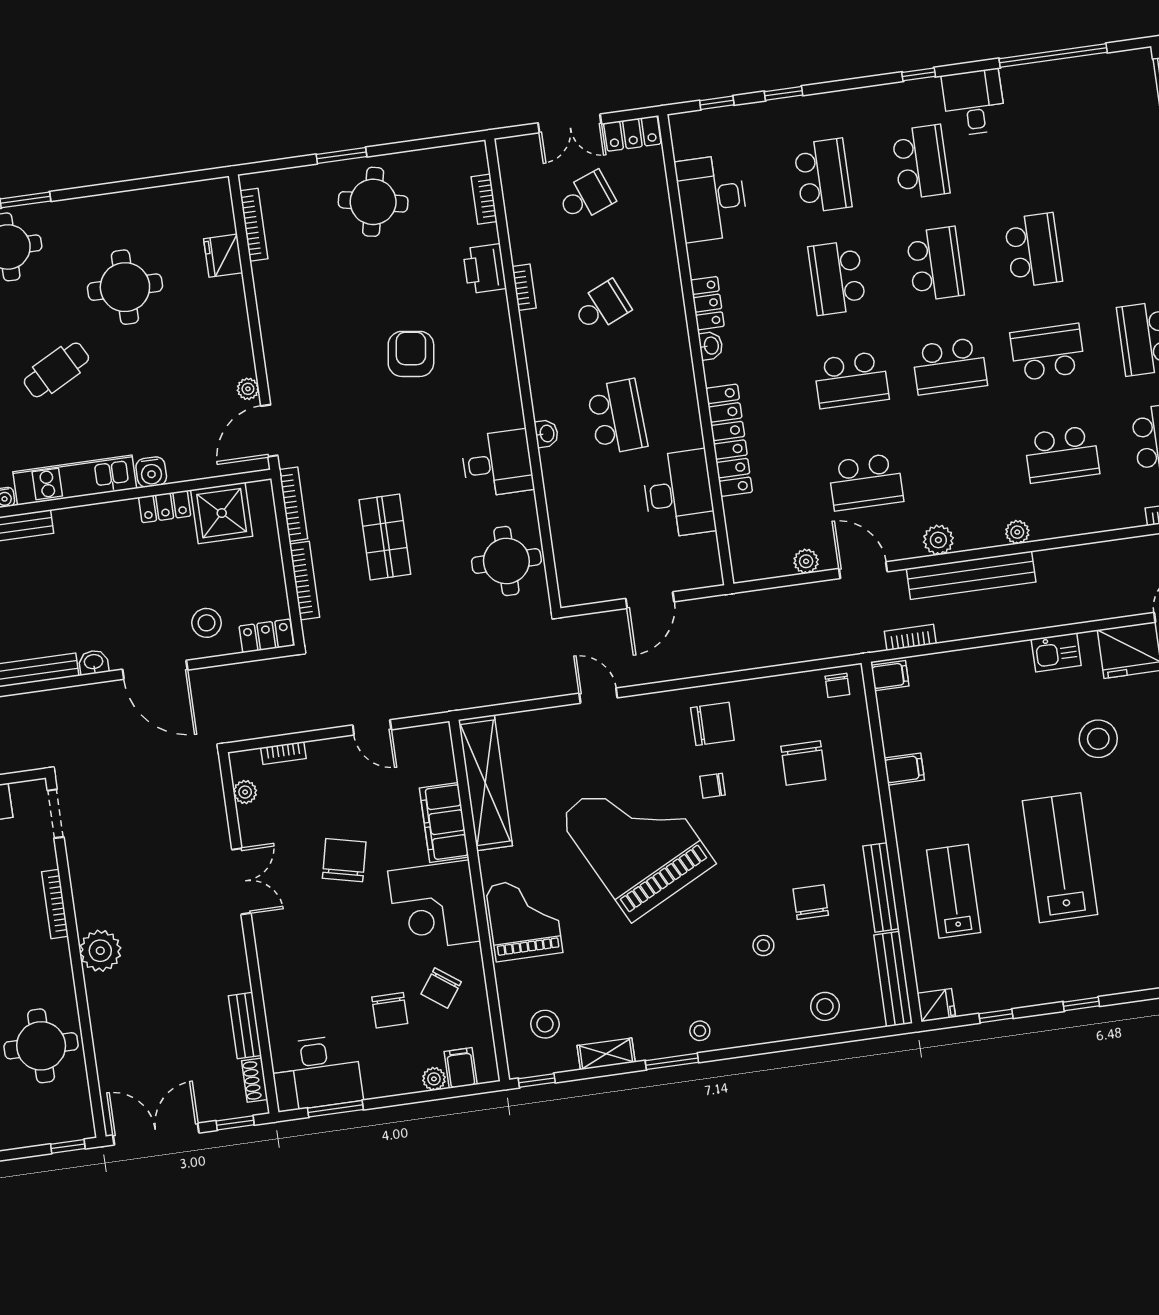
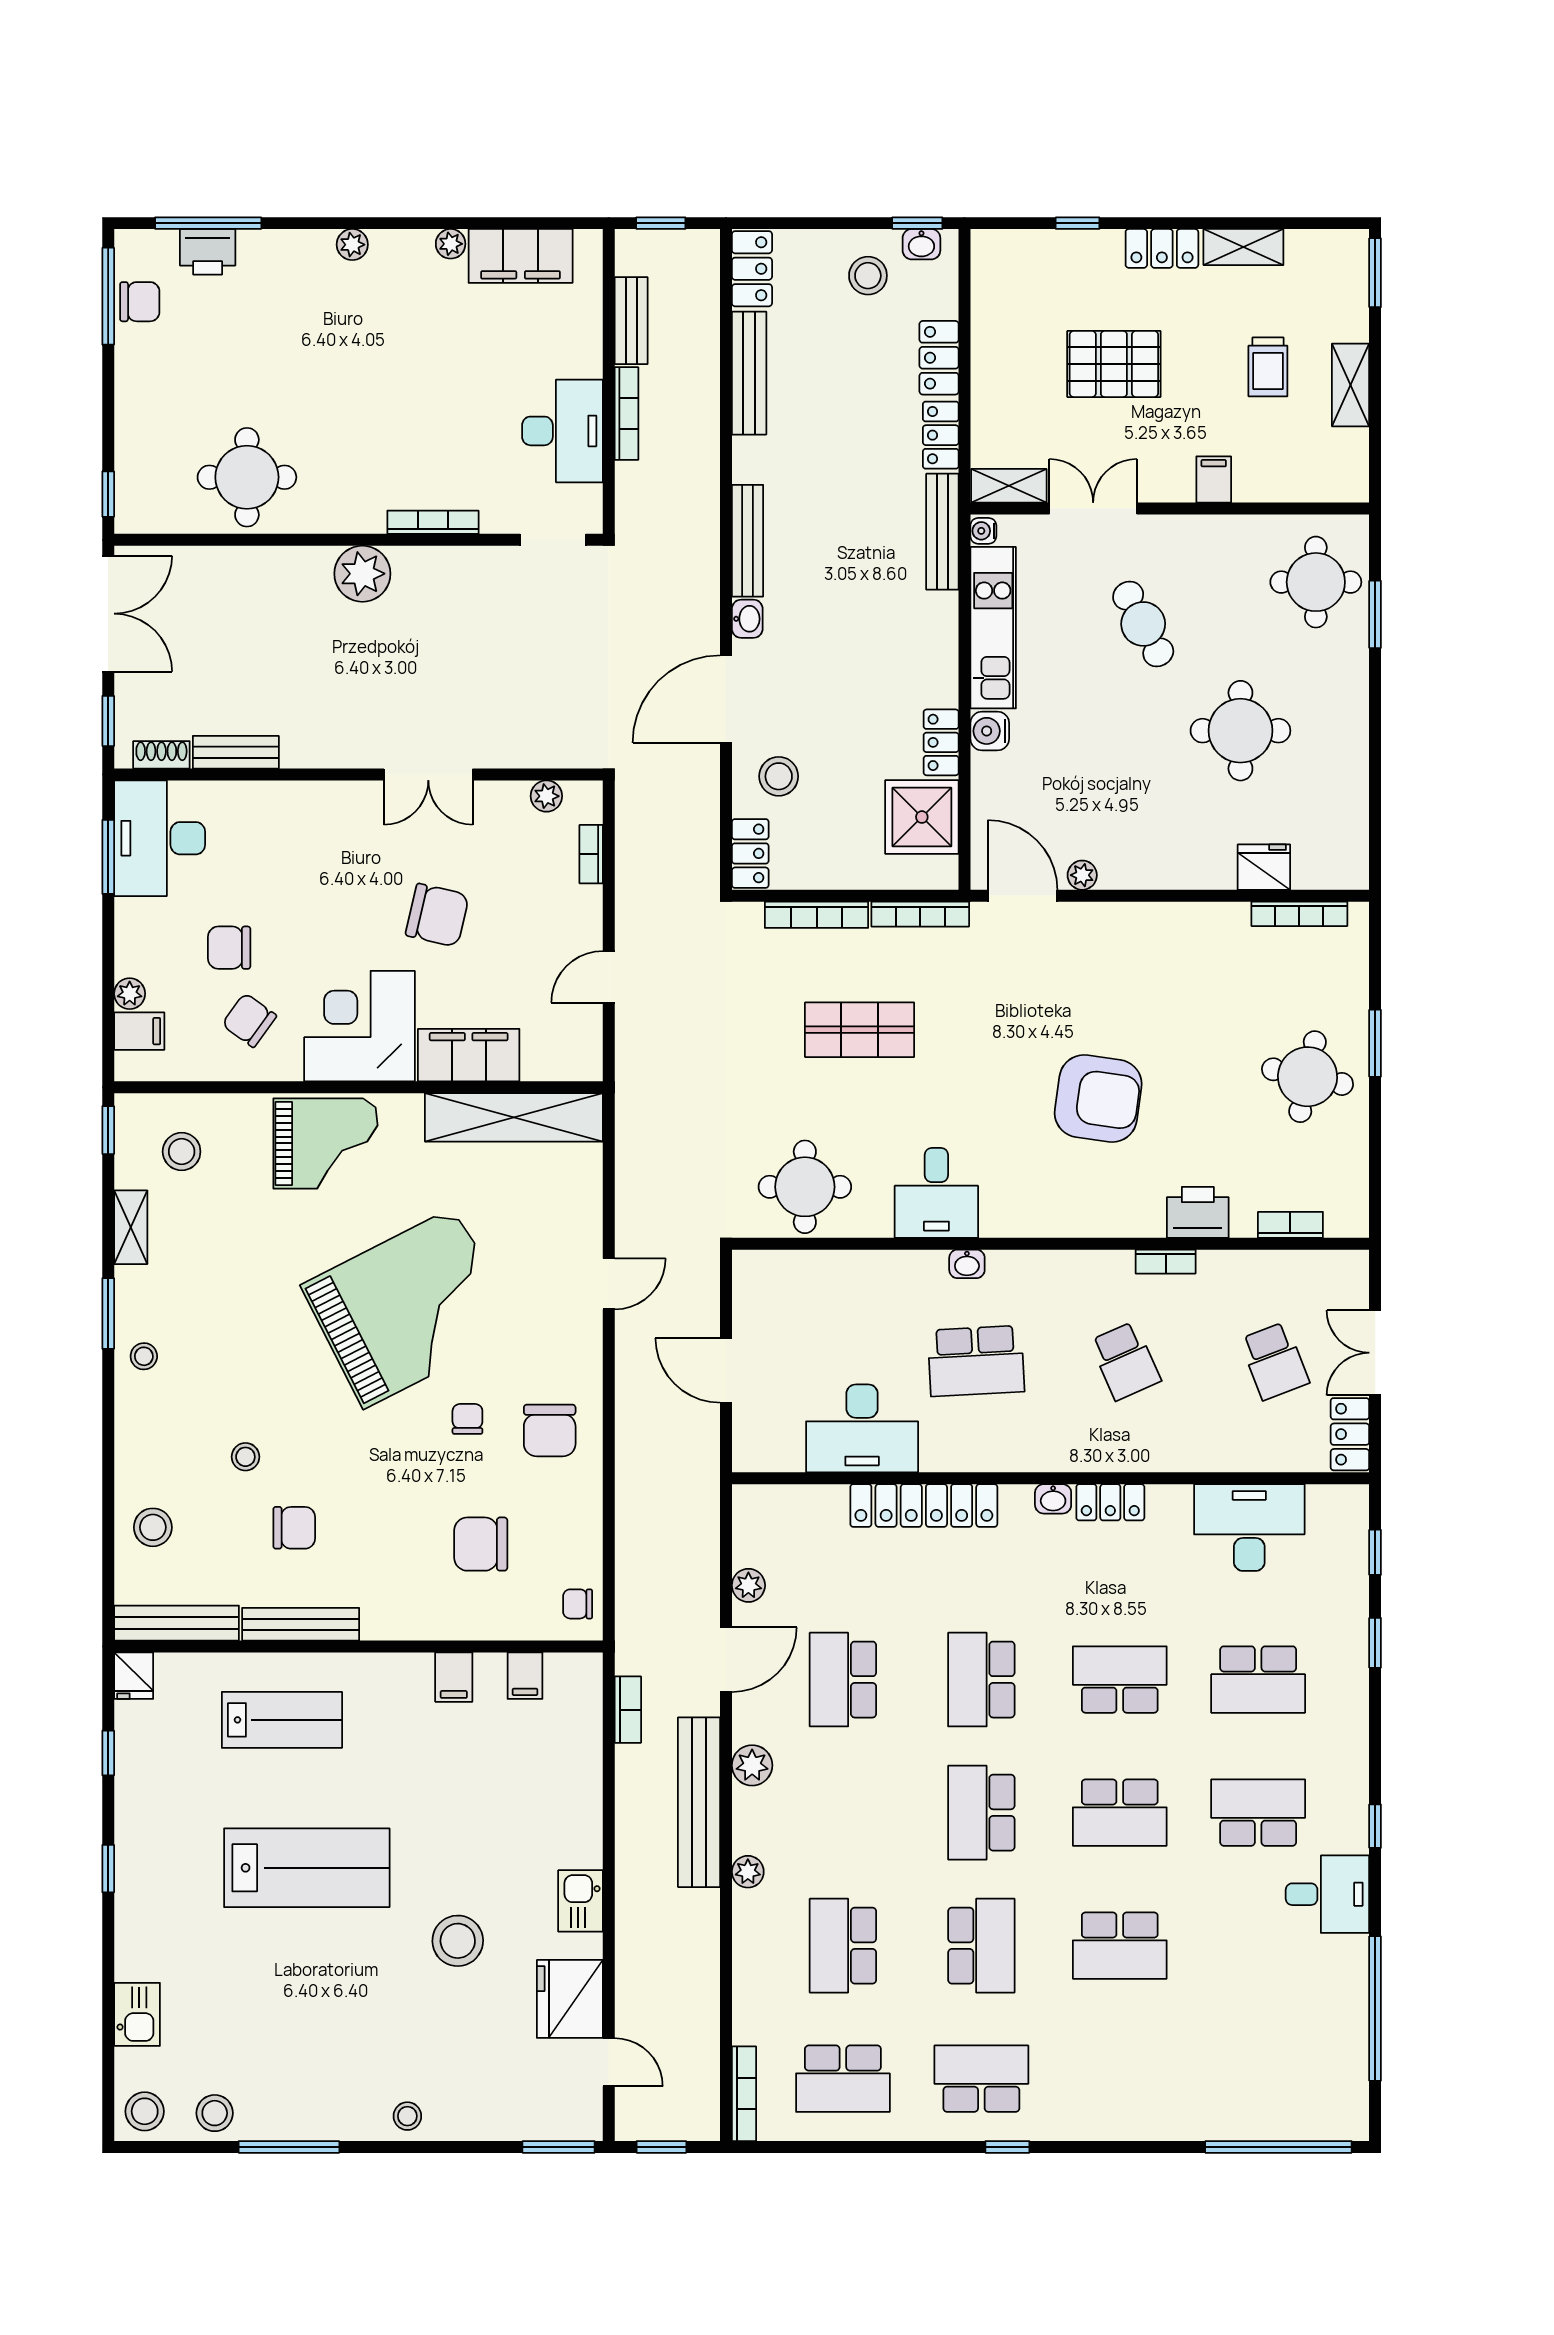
school desk: (921, 162) -> (1258, 1813), turned 180
armchair: (411, 354) -> (1098, 1098), width x1.36, depth x1.36
filing cabinet: (890, 676) -> (525, 1676), moved

